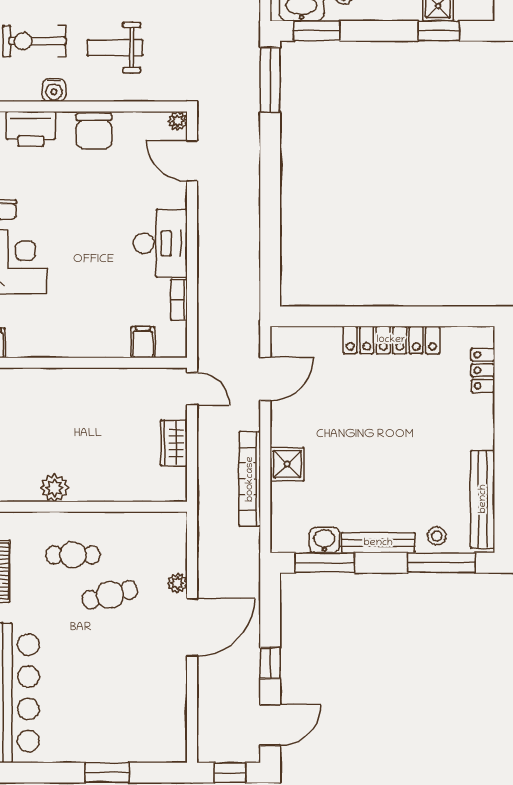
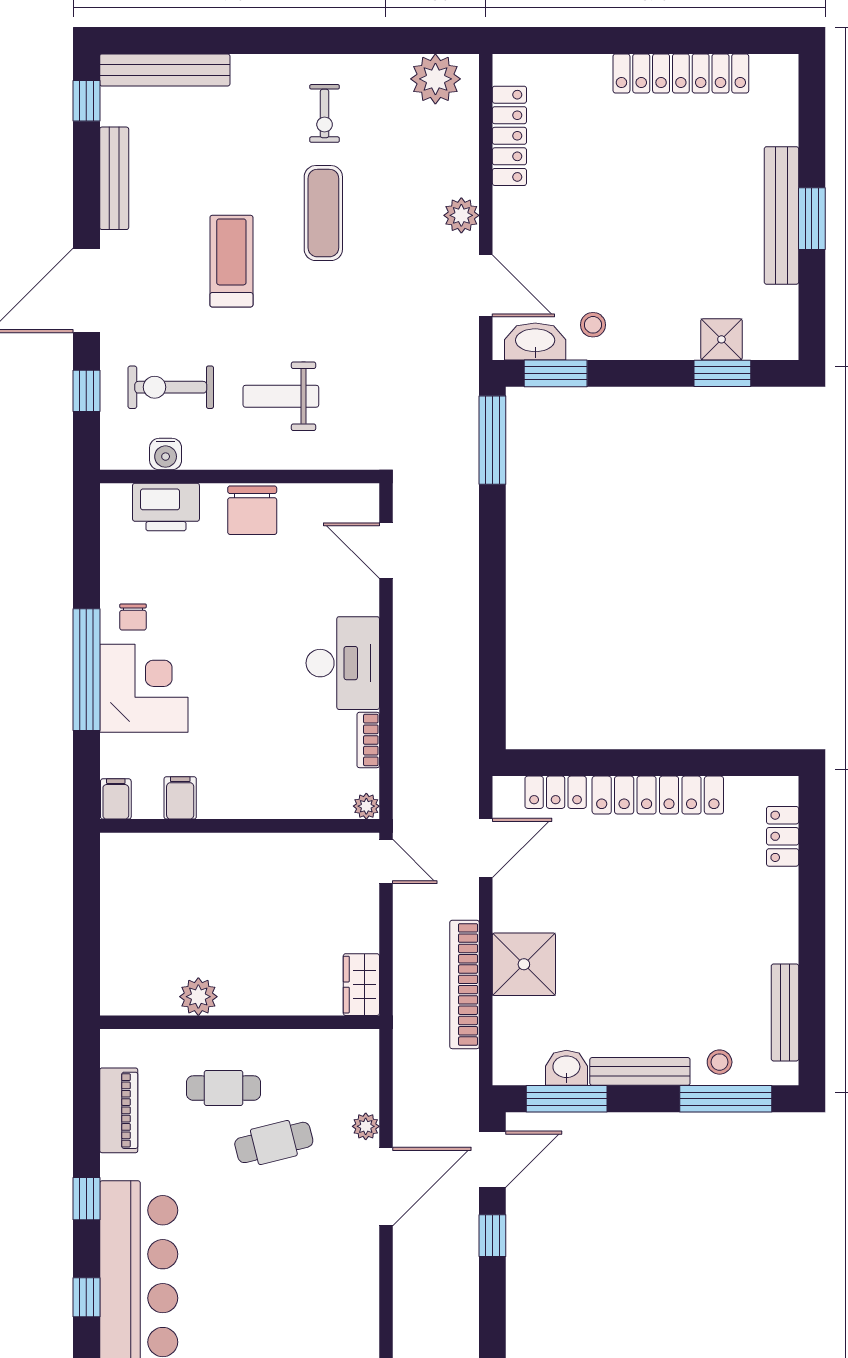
water cooler: (54, 90) -> (166, 454), moved
plant: (178, 121) -> (366, 806), moved
locker: (316, 338) -> (556, 792), added
filing cabinet: (143, 342) -> (180, 798), moved
wardrobe: (174, 443) -> (361, 985), moved
shower: (287, 464) -> (524, 964), width x1.36, depth x1.36
bench: (483, 499) -> (785, 1012), width x0.73, depth x0.82
door: (270, 725) -> (492, 1159), moved

